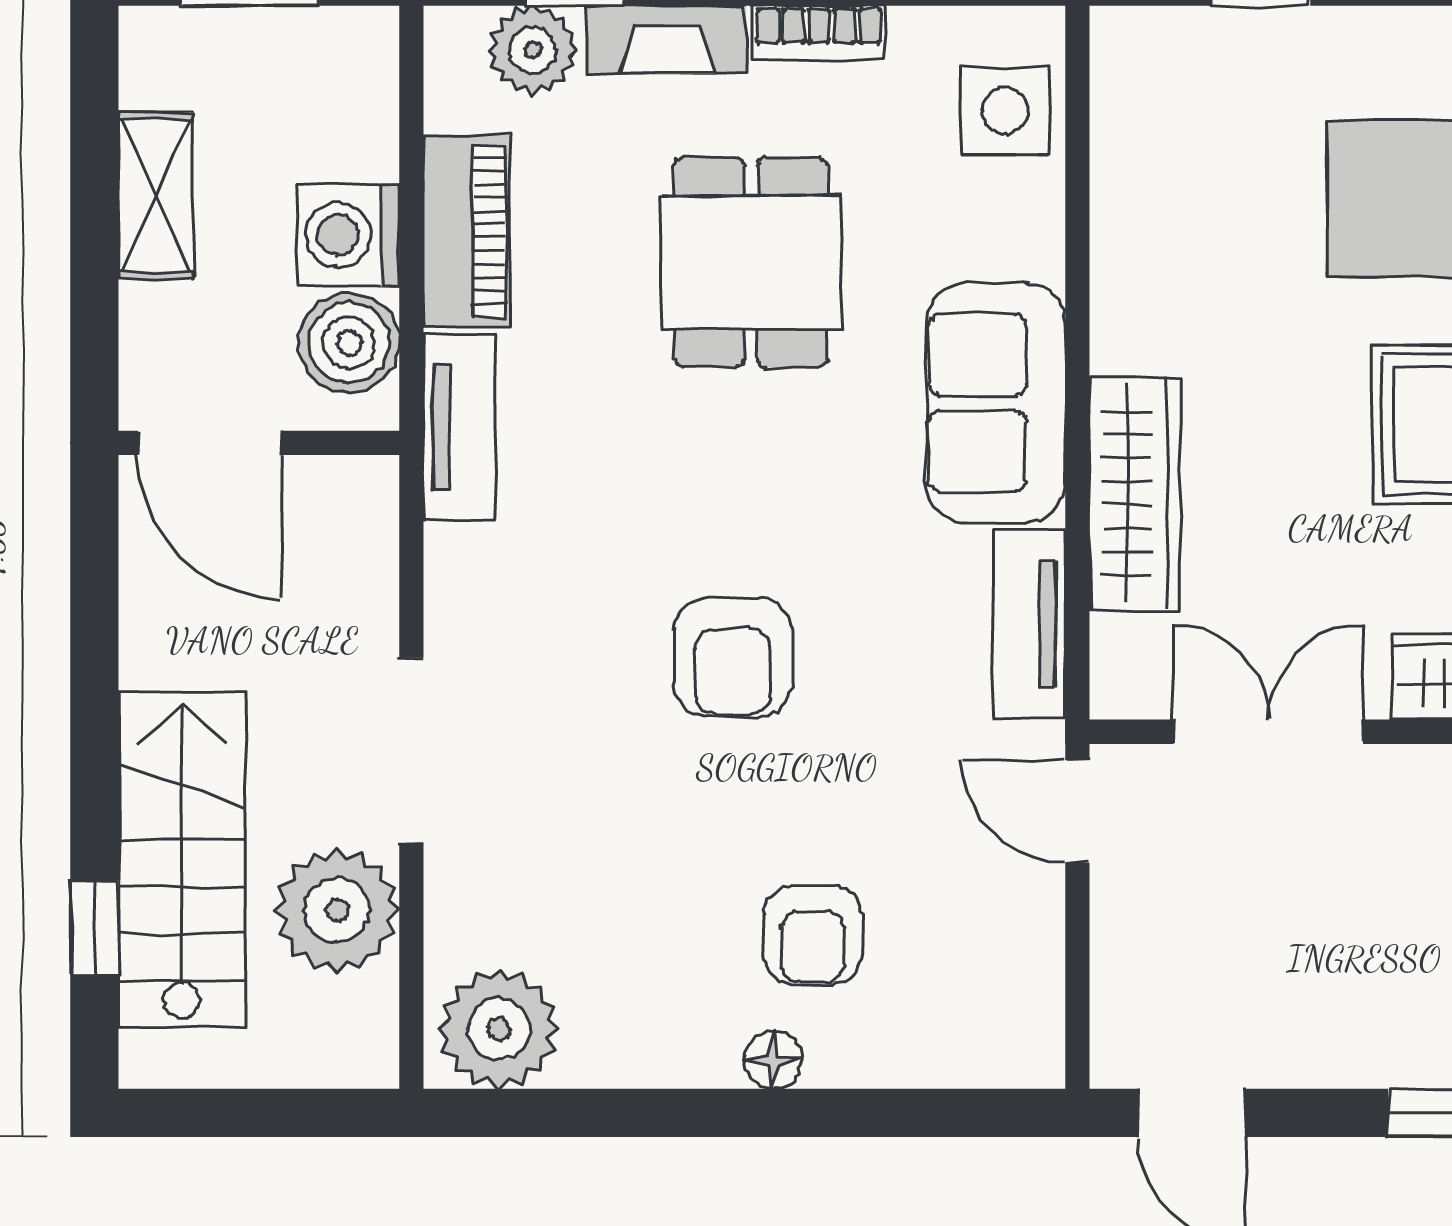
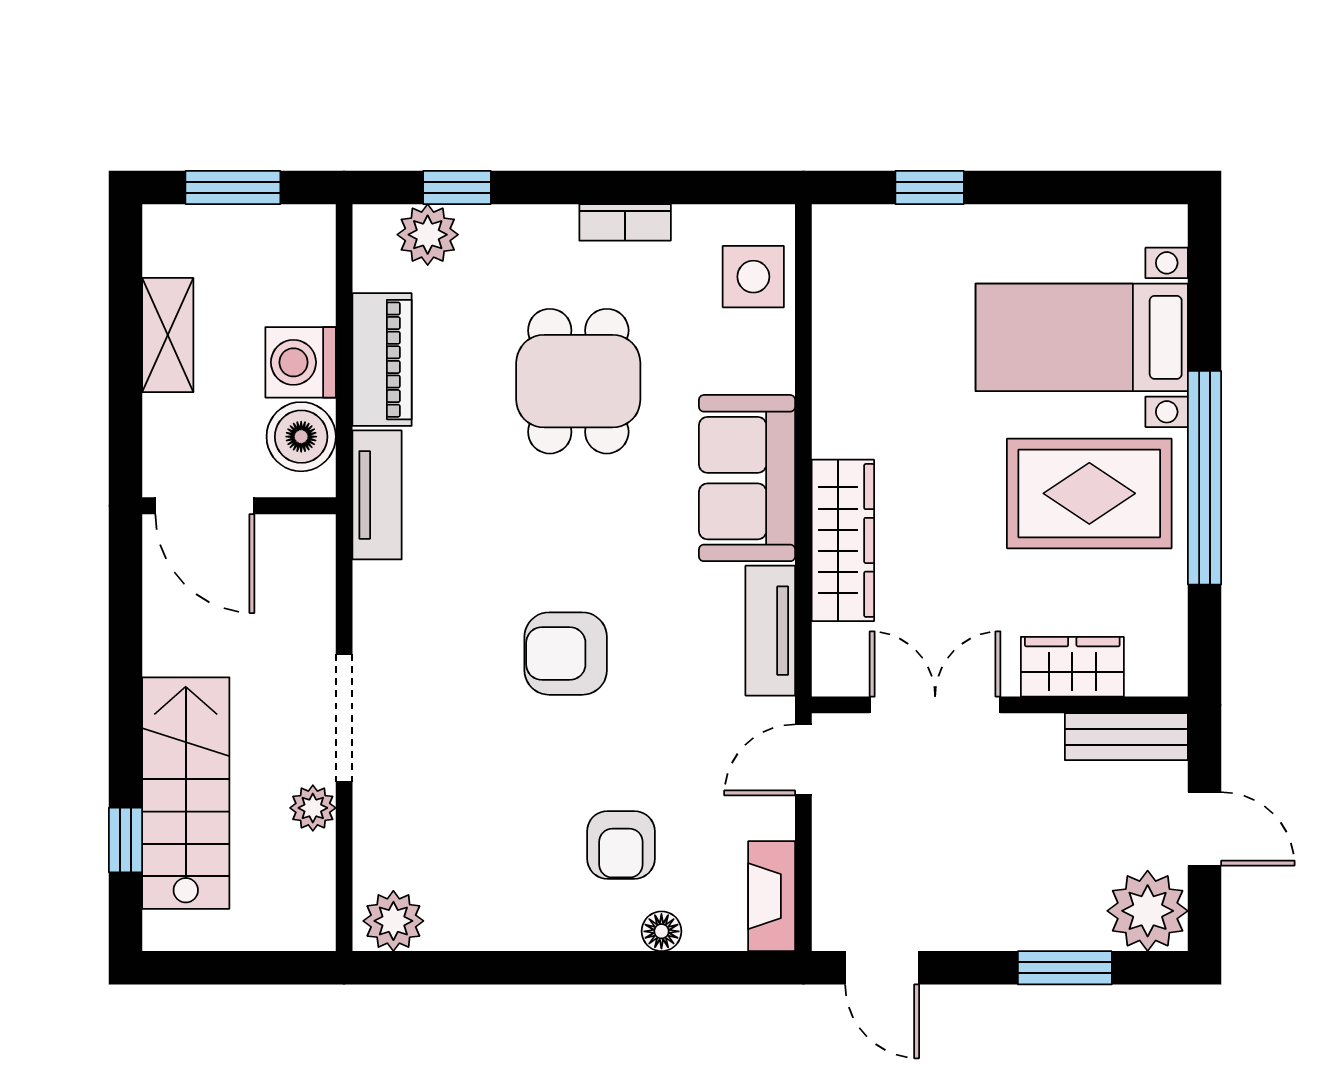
fireplace: (666, 40) -> (772, 896), moved, turned 90
armchair: (733, 657) -> (566, 654), turned 90
door: (1077, 811) -> (803, 760), hinge flipped
plant: (337, 910) -> (313, 808), width x0.53, depth x0.53
plant: (499, 1029) -> (393, 921), width x0.73, depth x0.73
floor lamp: (773, 1060) -> (661, 931), moved

